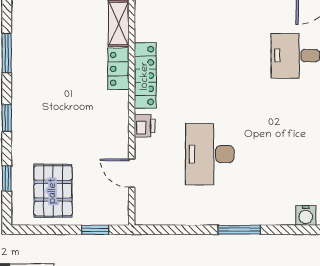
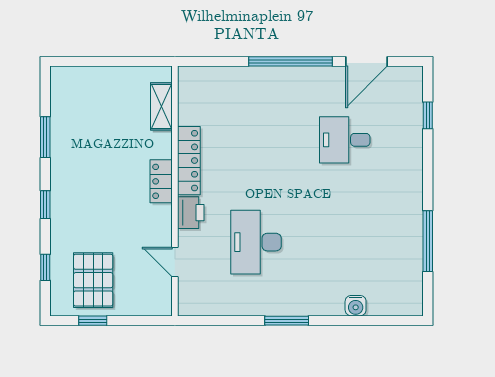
locker: (118, 69) -> (161, 181), moved
printer: (145, 126) -> (191, 213), width x1.36, depth x1.24
window: (95, 230) -> (93, 321), moved

